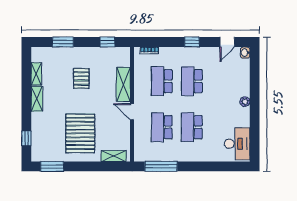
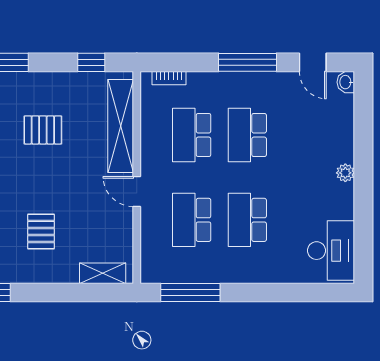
window: (192, 42) -> (247, 62), width x2.17
door: (227, 42) -> (313, 62), hinge flipped
pallet: (81, 78) -> (43, 130), turned 90
shelving: (123, 84) -> (121, 126), width x1.47
pallet: (80, 133) -> (41, 231), width x0.49, depth x0.50

